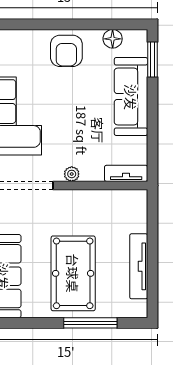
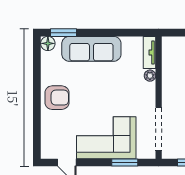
floor lamp: (113, 39) -> (48, 43), moved
plant: (72, 174) -> (150, 76), moved

